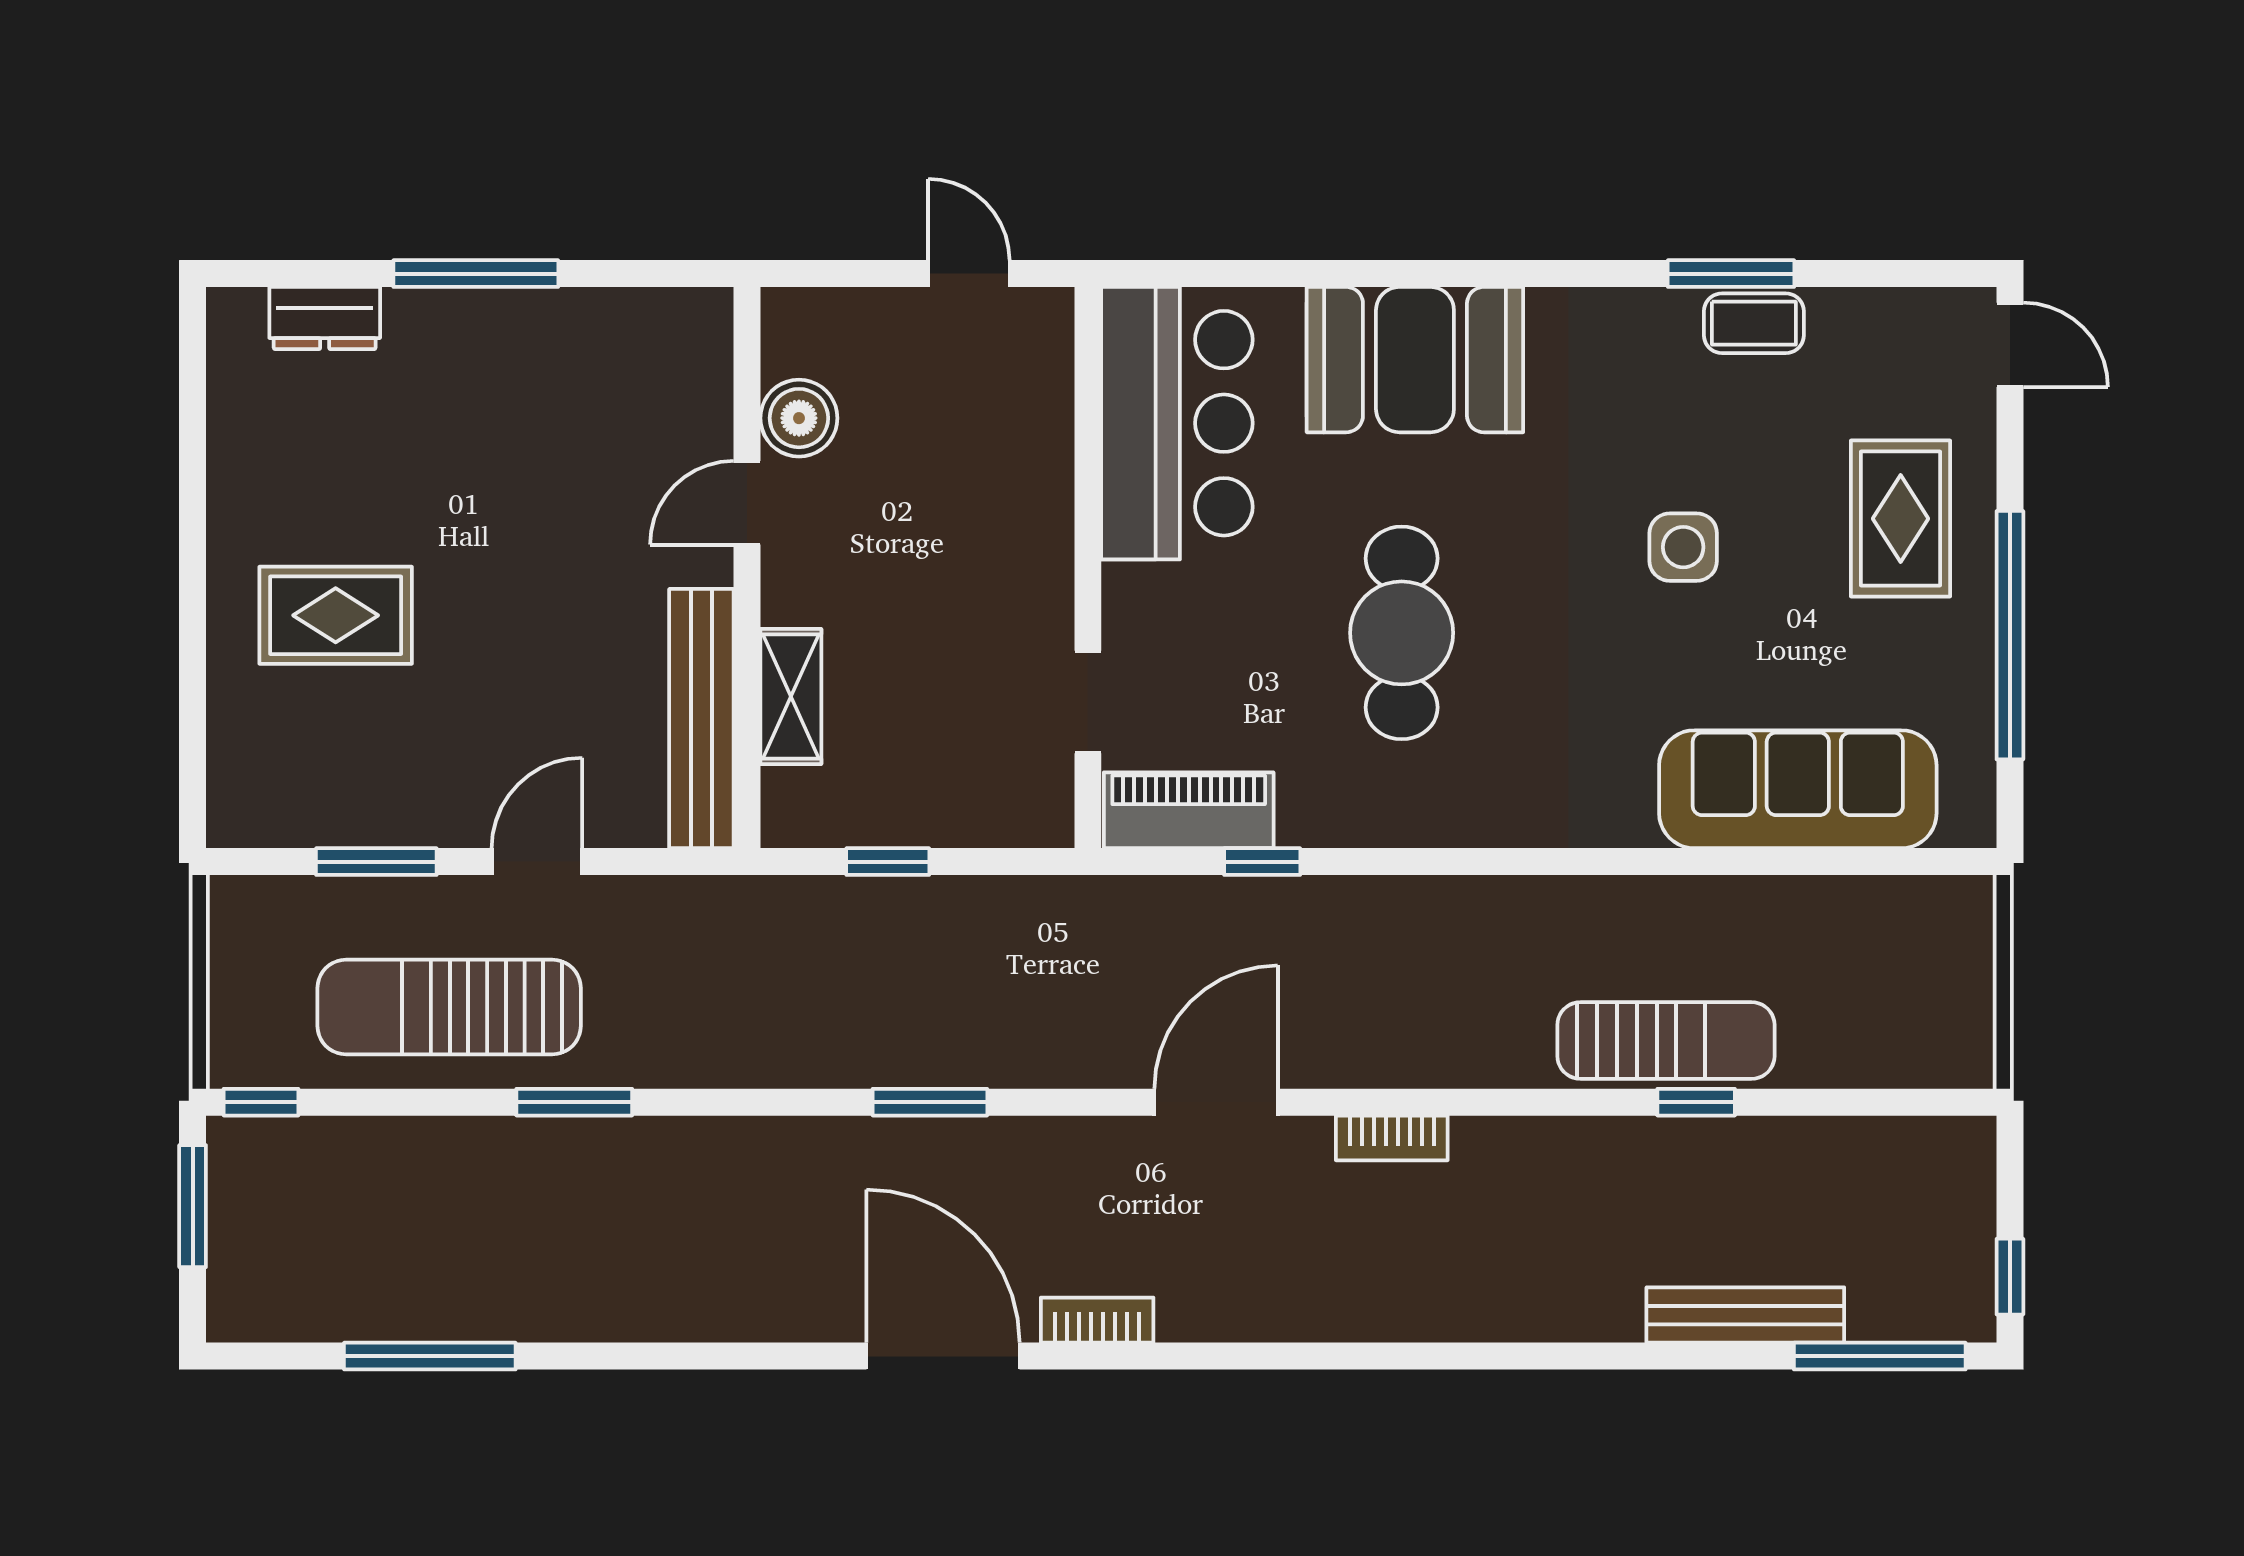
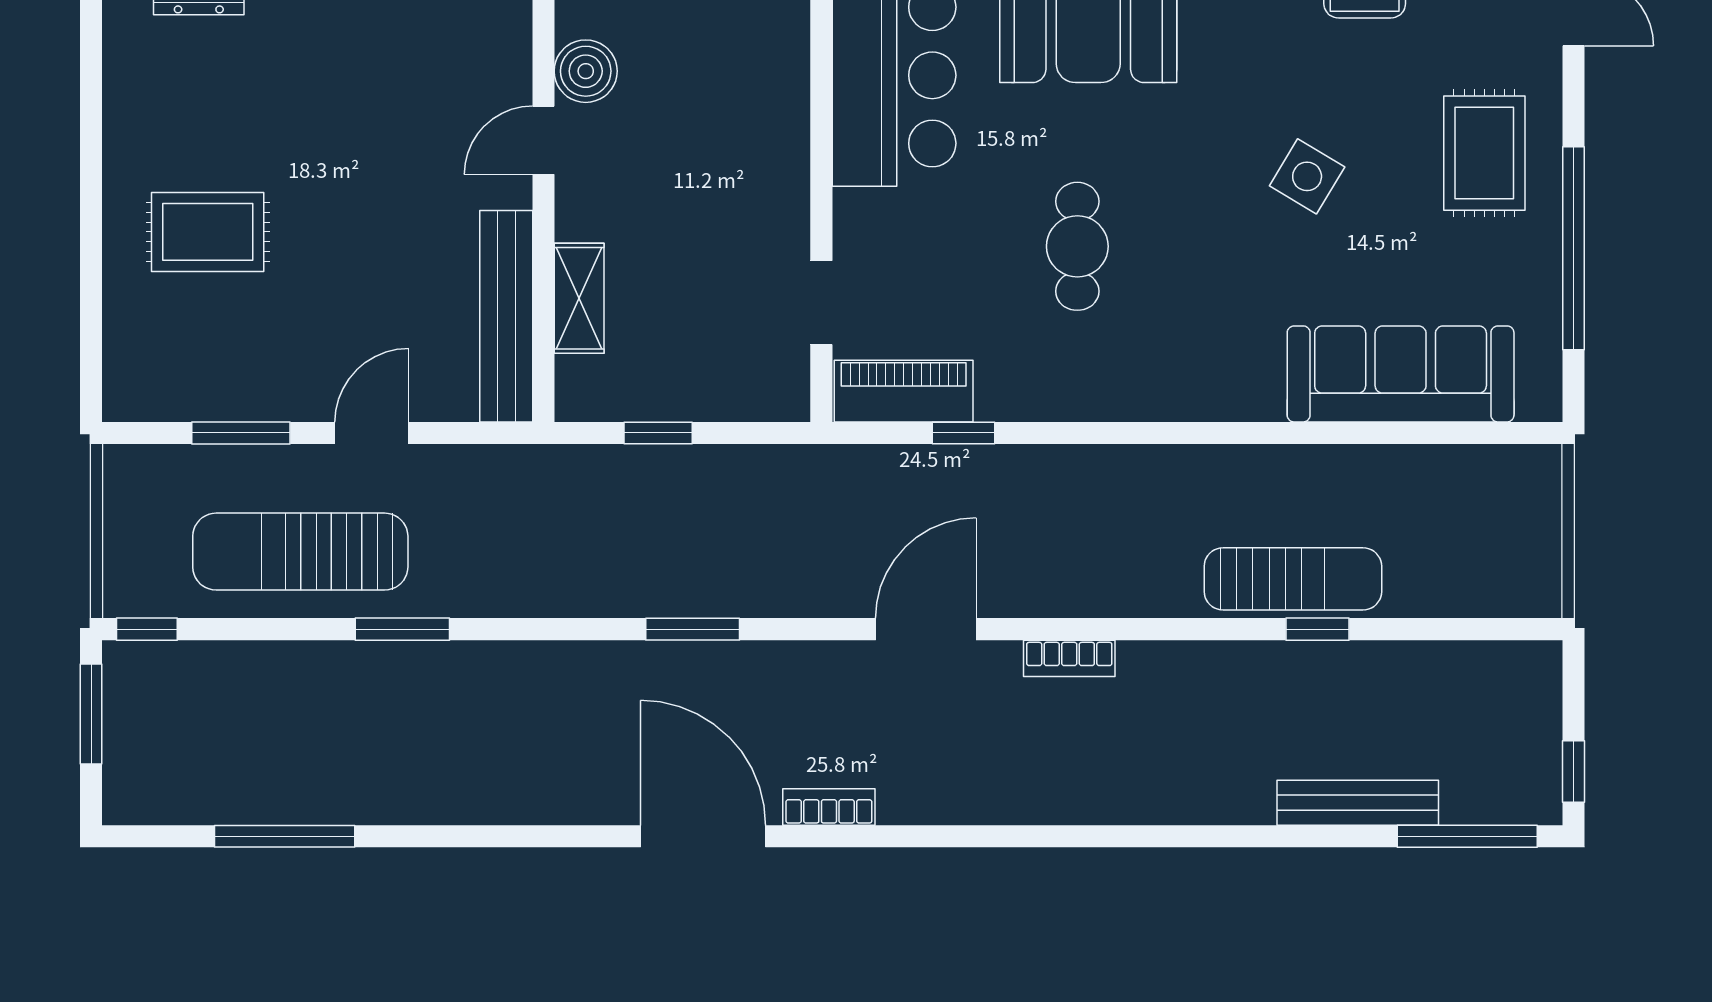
side table: (1683, 547) -> (1307, 176), turned 31
cafe table: (1402, 633) -> (1077, 246), width x0.73, depth x0.74

